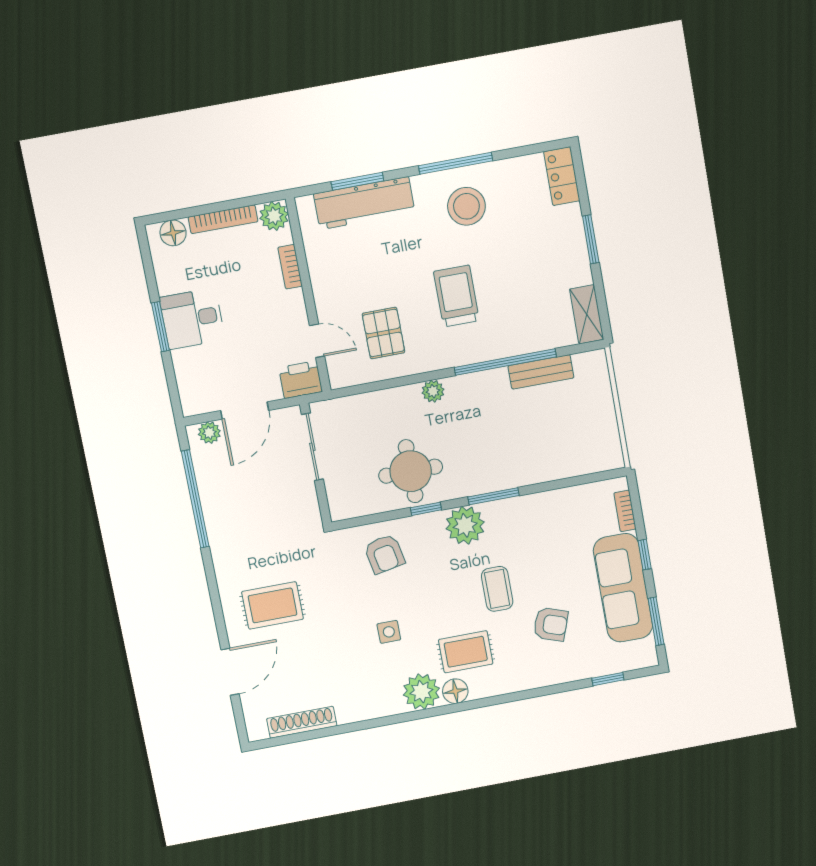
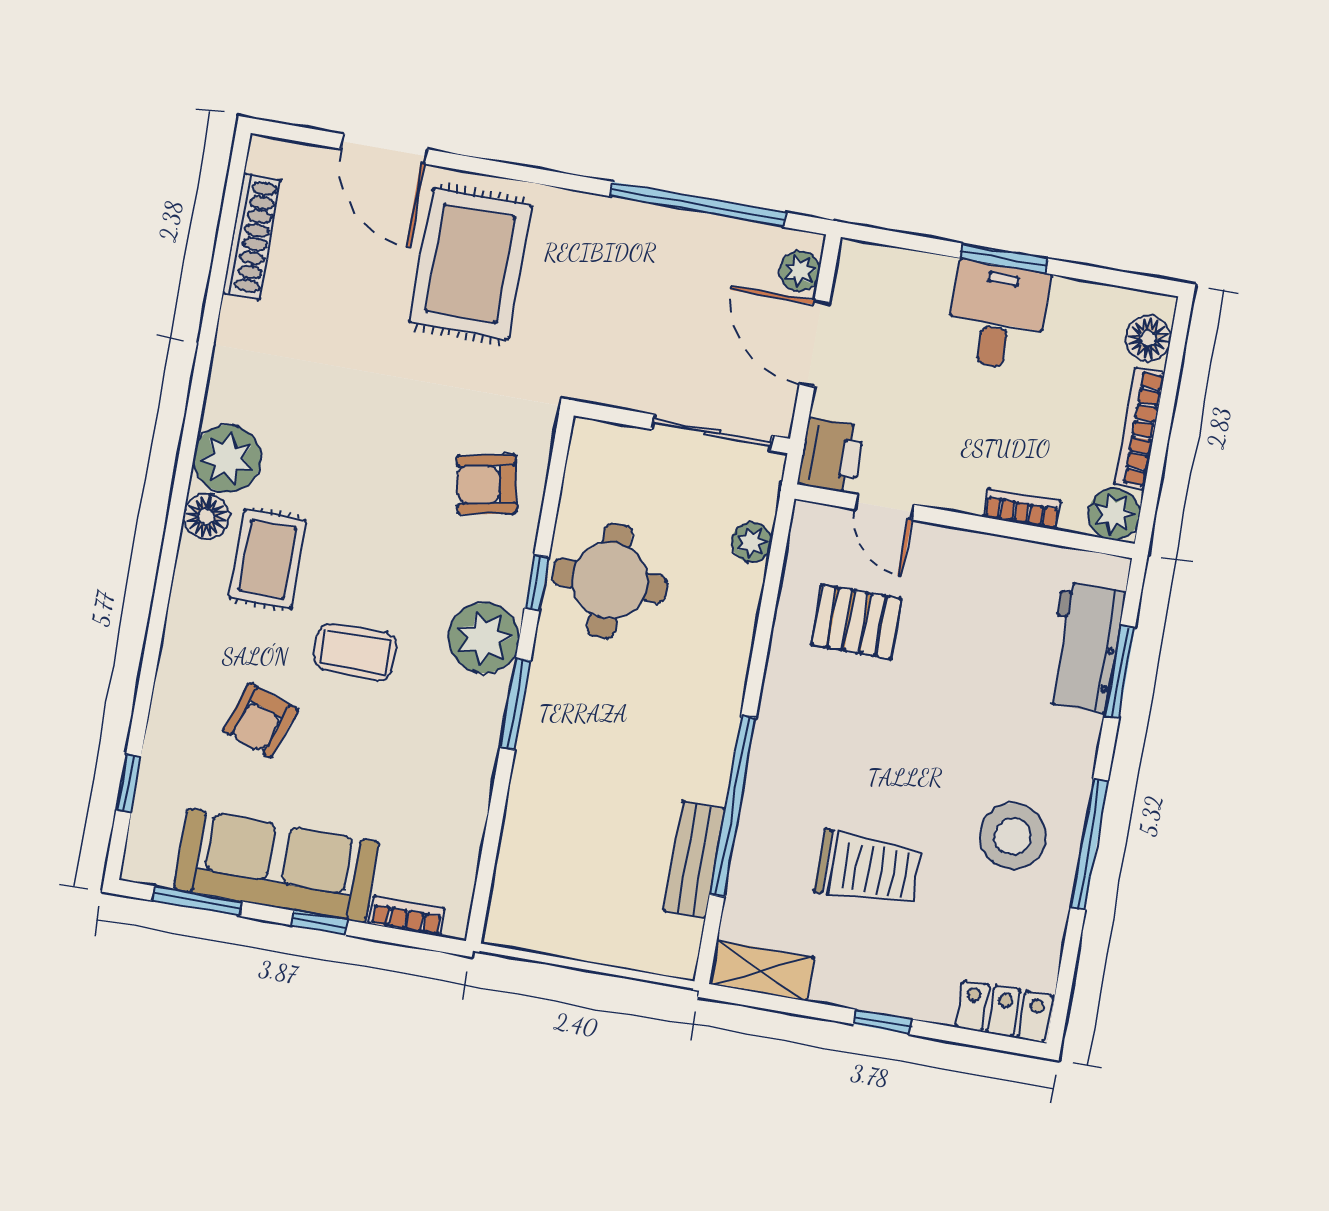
workbench: (364, 203) -> (1084, 647), width x0.73
window: (591, 239) -> (883, 1022), width x0.67
trolley: (456, 296) -> (868, 869), moved
door: (317, 341) -> (885, 507), hinge flipped
plant: (433, 391) -> (752, 542), moved
rug: (273, 605) -> (470, 264), width x1.36, depth x1.43
side table: (389, 632) -> (351, 442), removed

